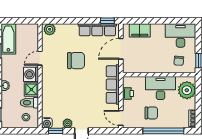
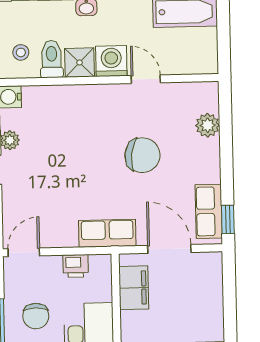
plant: (50, 29) -> (208, 125), moved
row of seats: (97, 30) -> (209, 211), width x0.68
filing cabinet: (140, 30) -> (134, 288), moved, turned 180
chair: (76, 61) -> (142, 155), turned -83
row of seats: (113, 85) -> (107, 233), width x0.68

